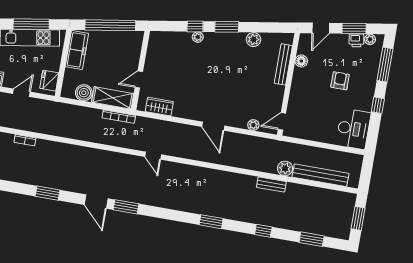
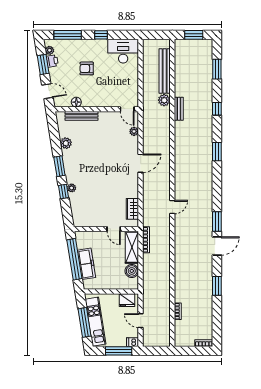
freezer: (77, 50) -> (86, 264), moved, turned 81

